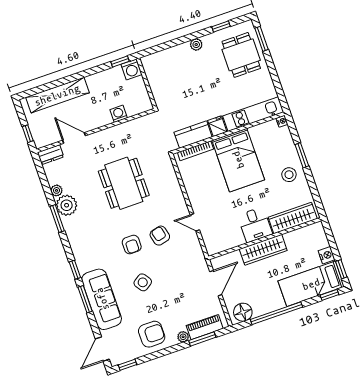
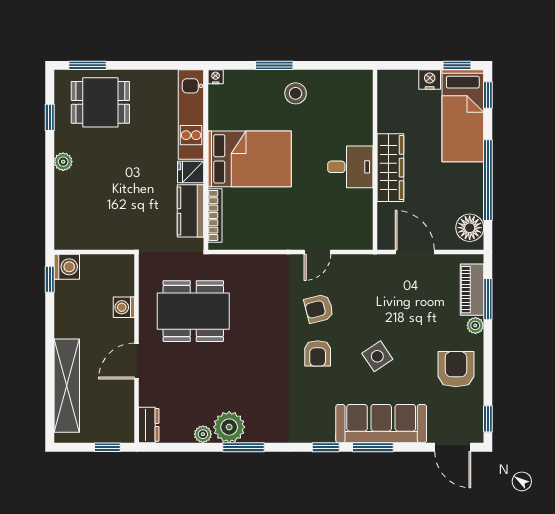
door: (74, 138) -> (136, 361), moved
dining table: (124, 183) -> (193, 311), moved
wardrobe: (293, 218) -> (359, 109), removed
armchair: (132, 244) -> (318, 353), turned 90

